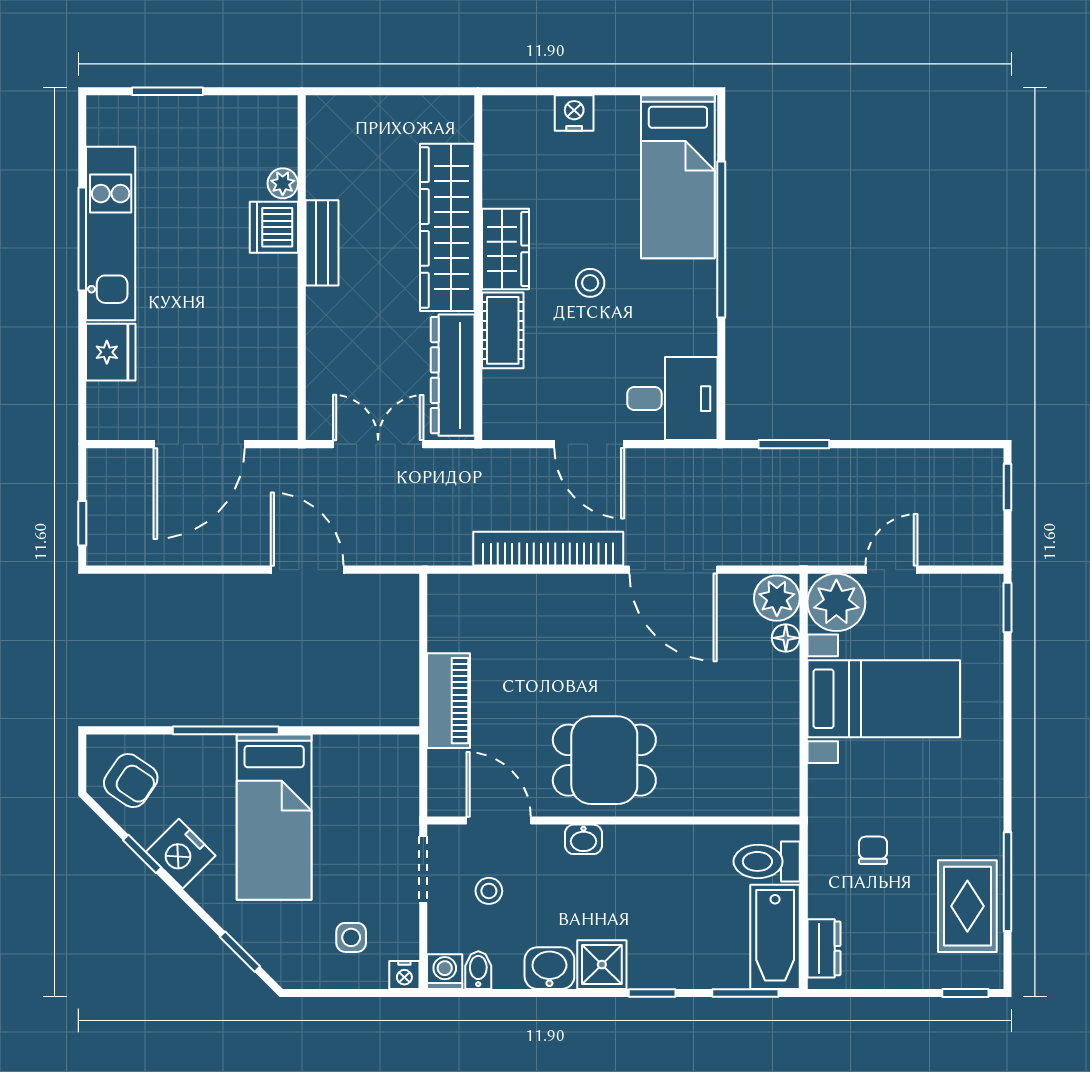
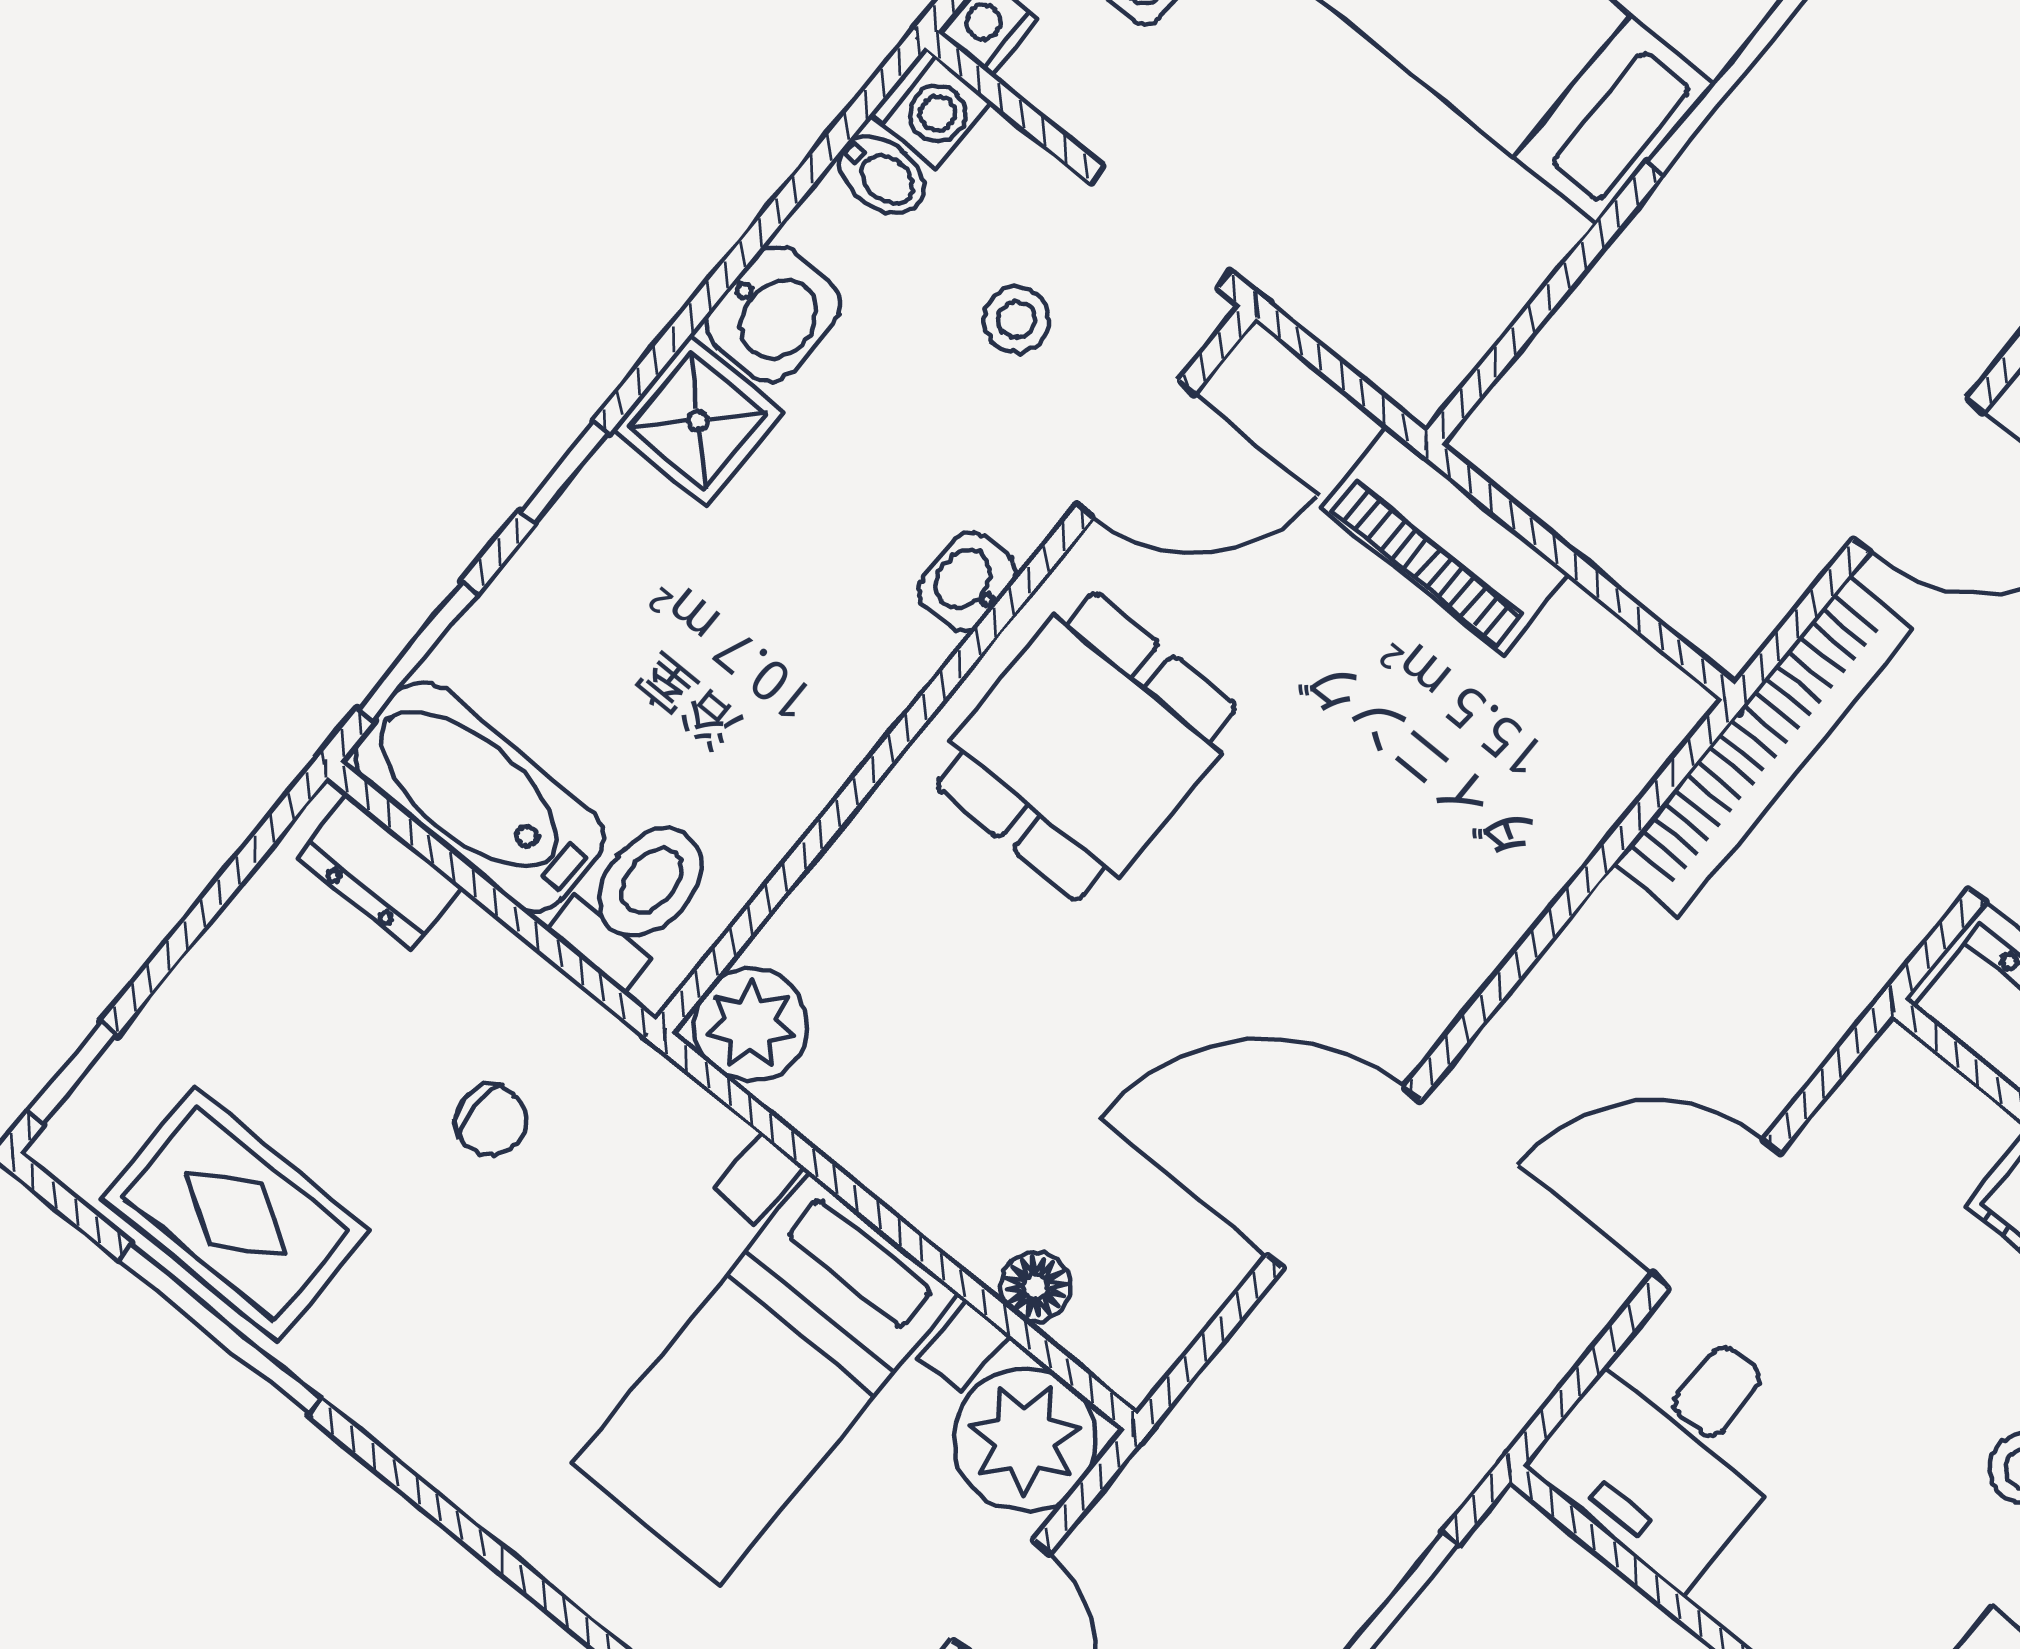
bookcase: (548, 549) -> (1764, 746), moved
plant: (777, 598) -> (751, 1025), moved

